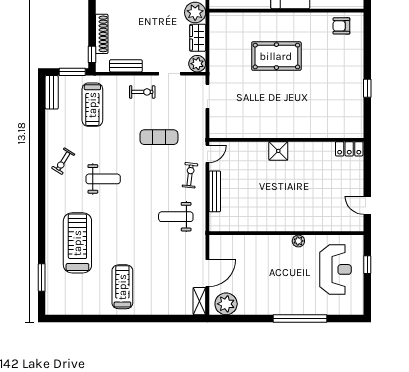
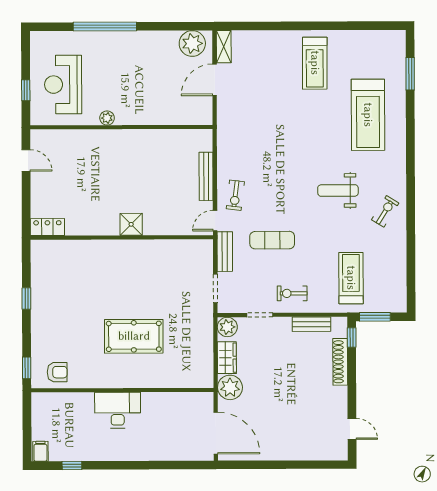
window: (367, 30) -> (27, 368), added
bench: (52, 92) -> (225, 252), moved
weight bench: (176, 217) -> (252, 146), removed

